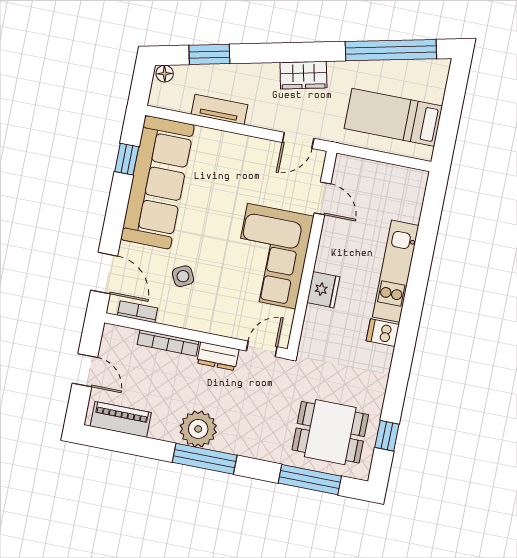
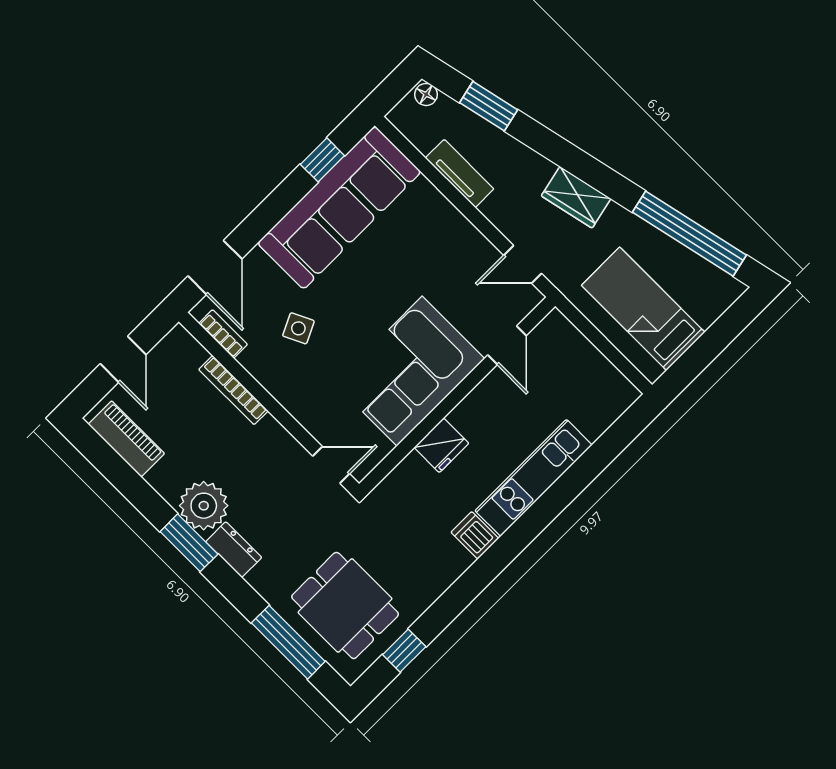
dresser: (218, 356) -> (234, 550), moved, turned 180
window: (205, 459) -> (189, 543), width x0.69

